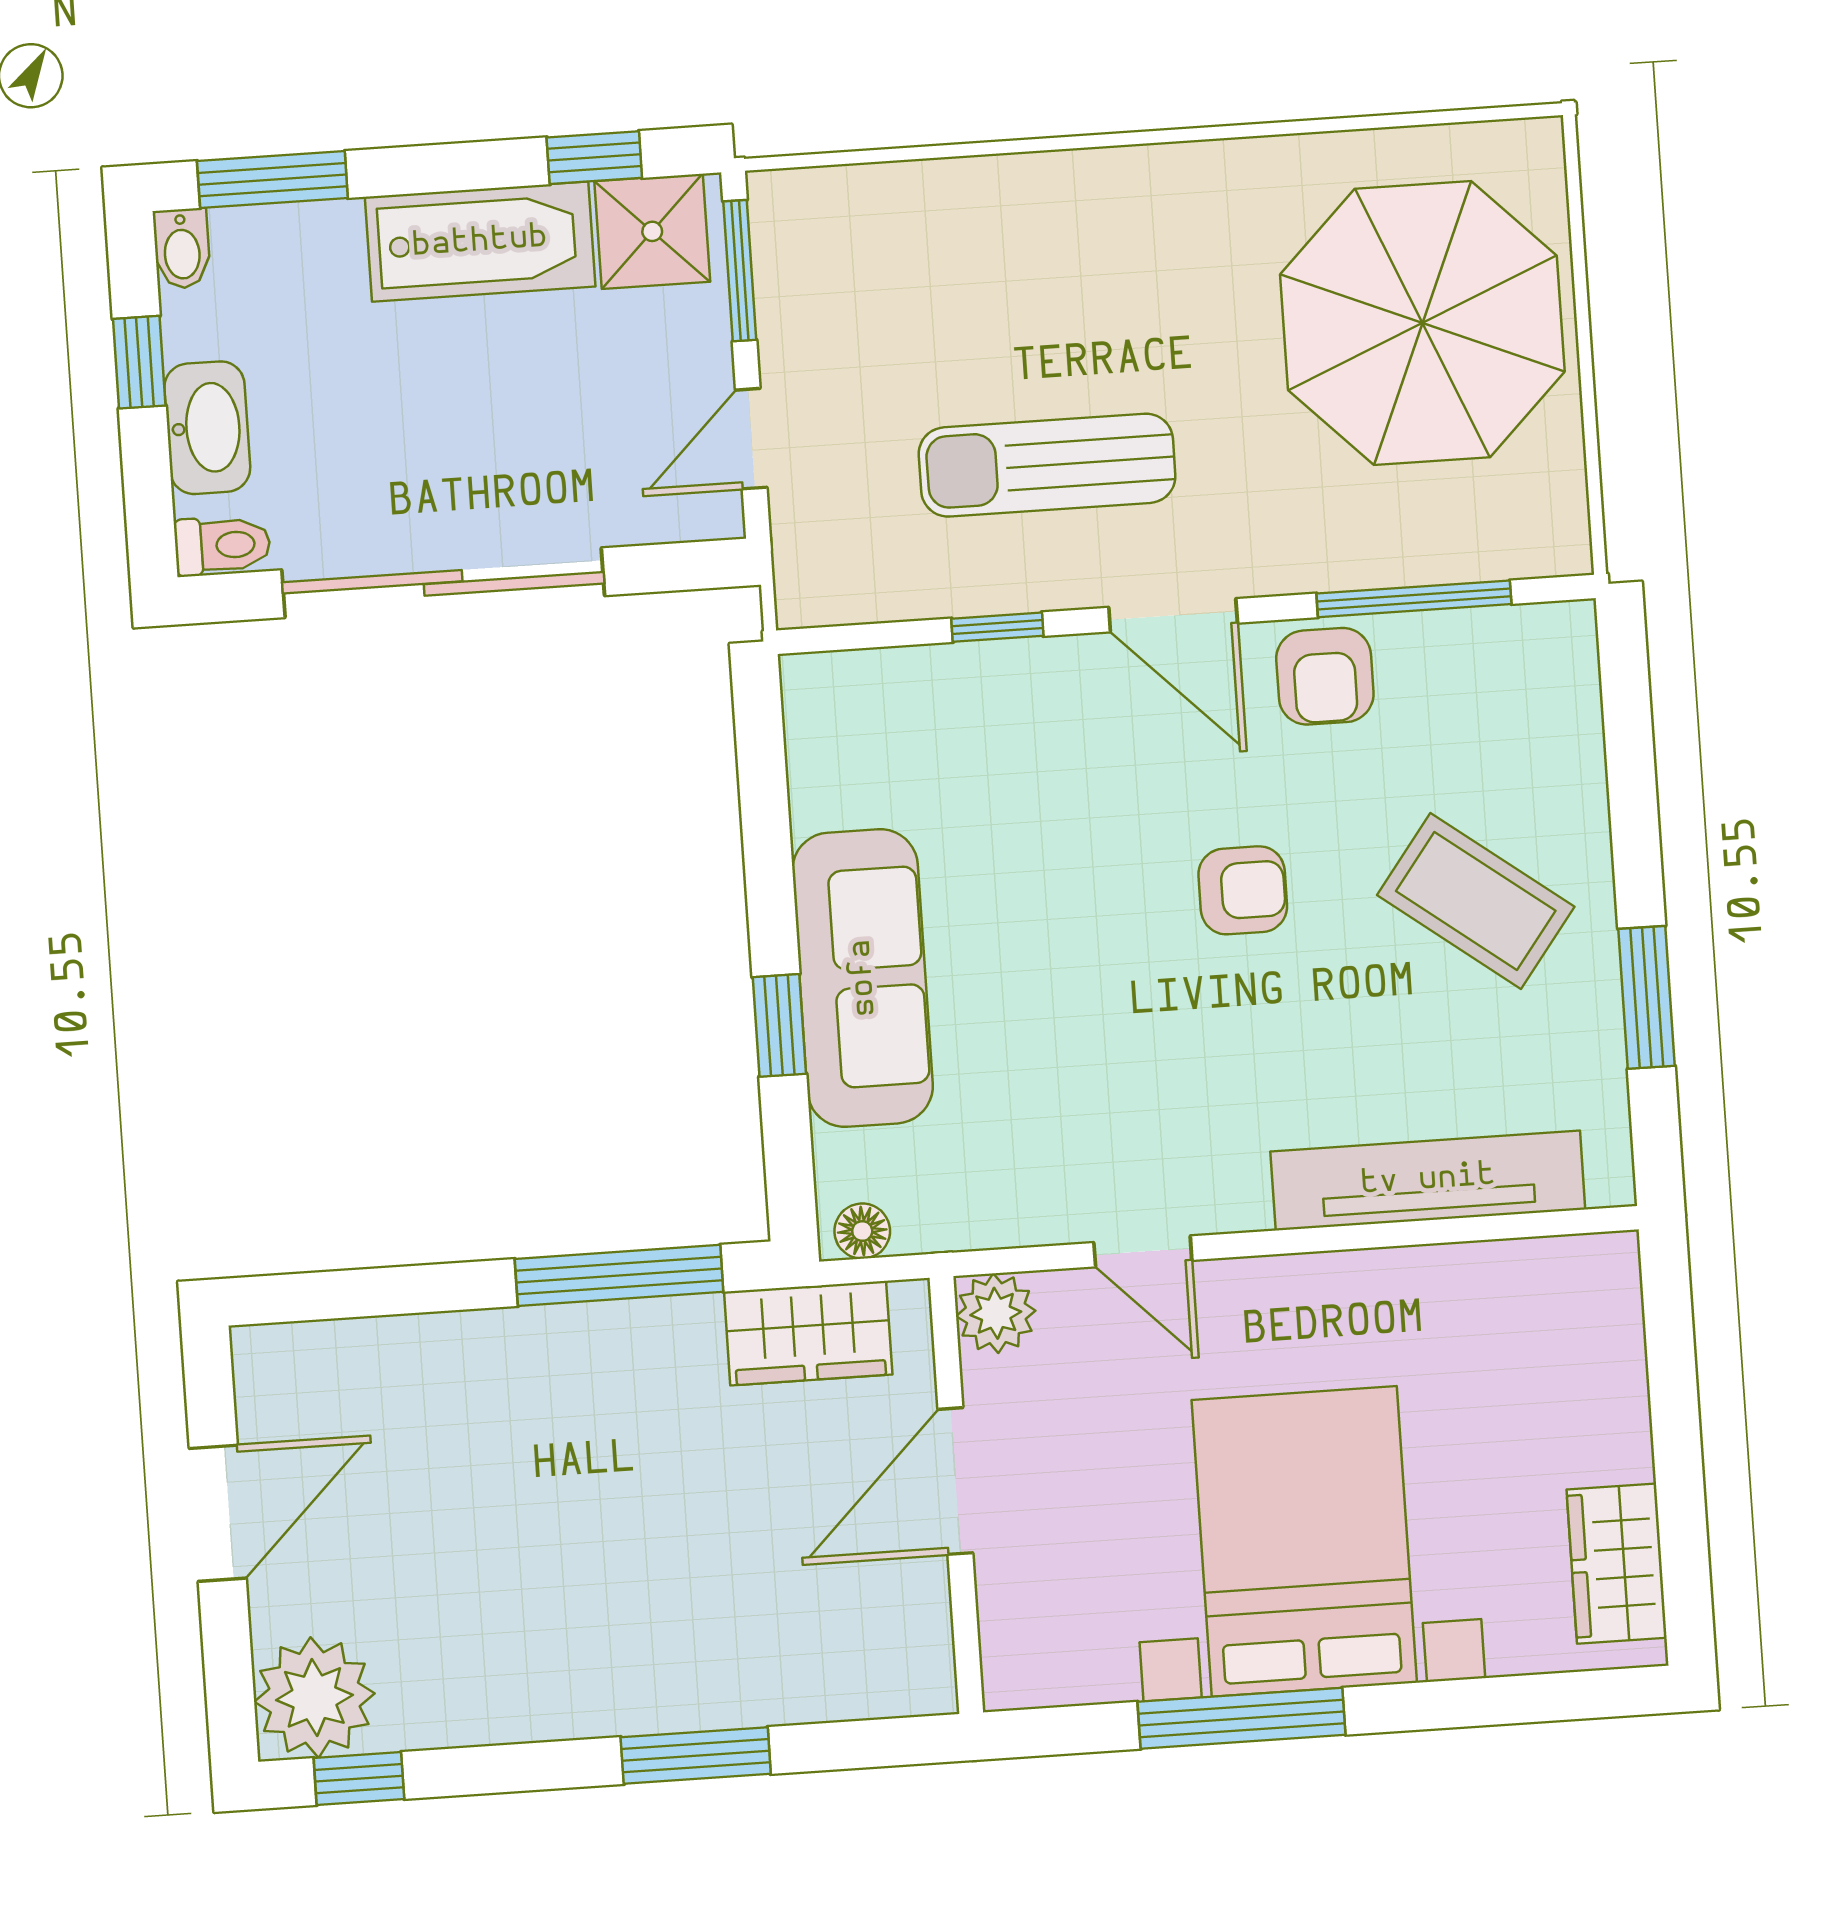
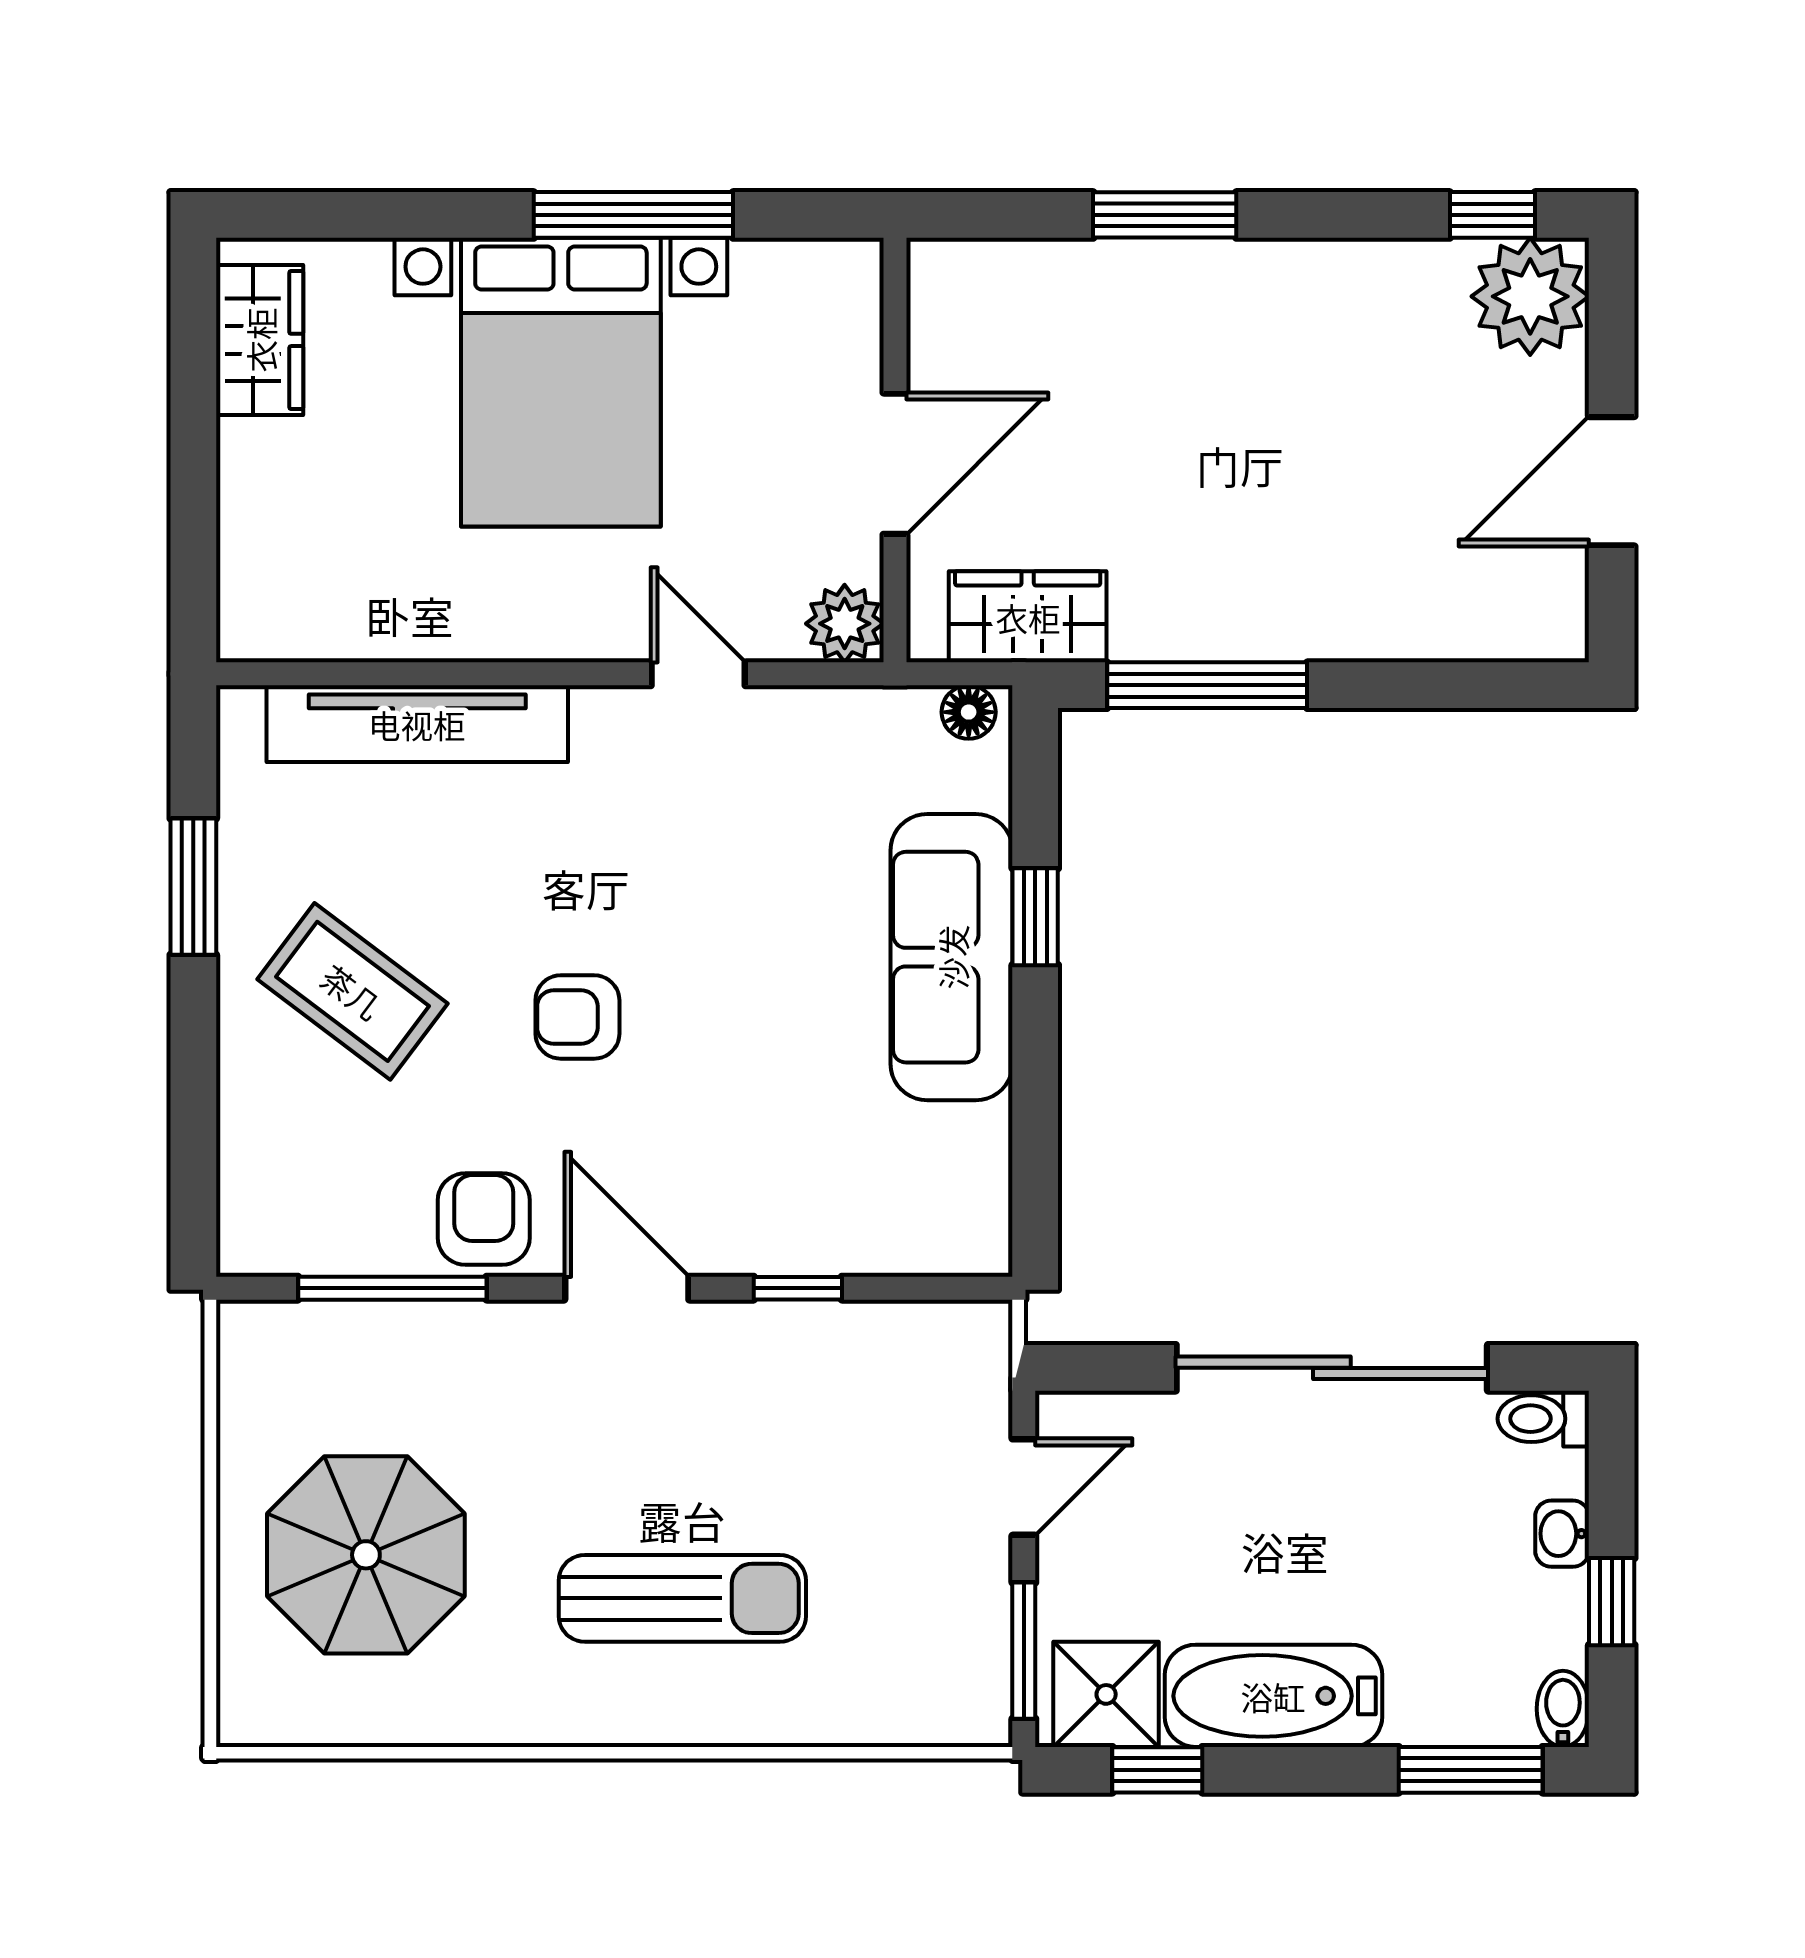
parasol: (1422, 323) -> (366, 1555), width x0.73, depth x0.73
washbasin: (207, 428) -> (1562, 1534), width x0.52, depth x0.69
sun lounger: (1047, 465) -> (682, 1598), moved

